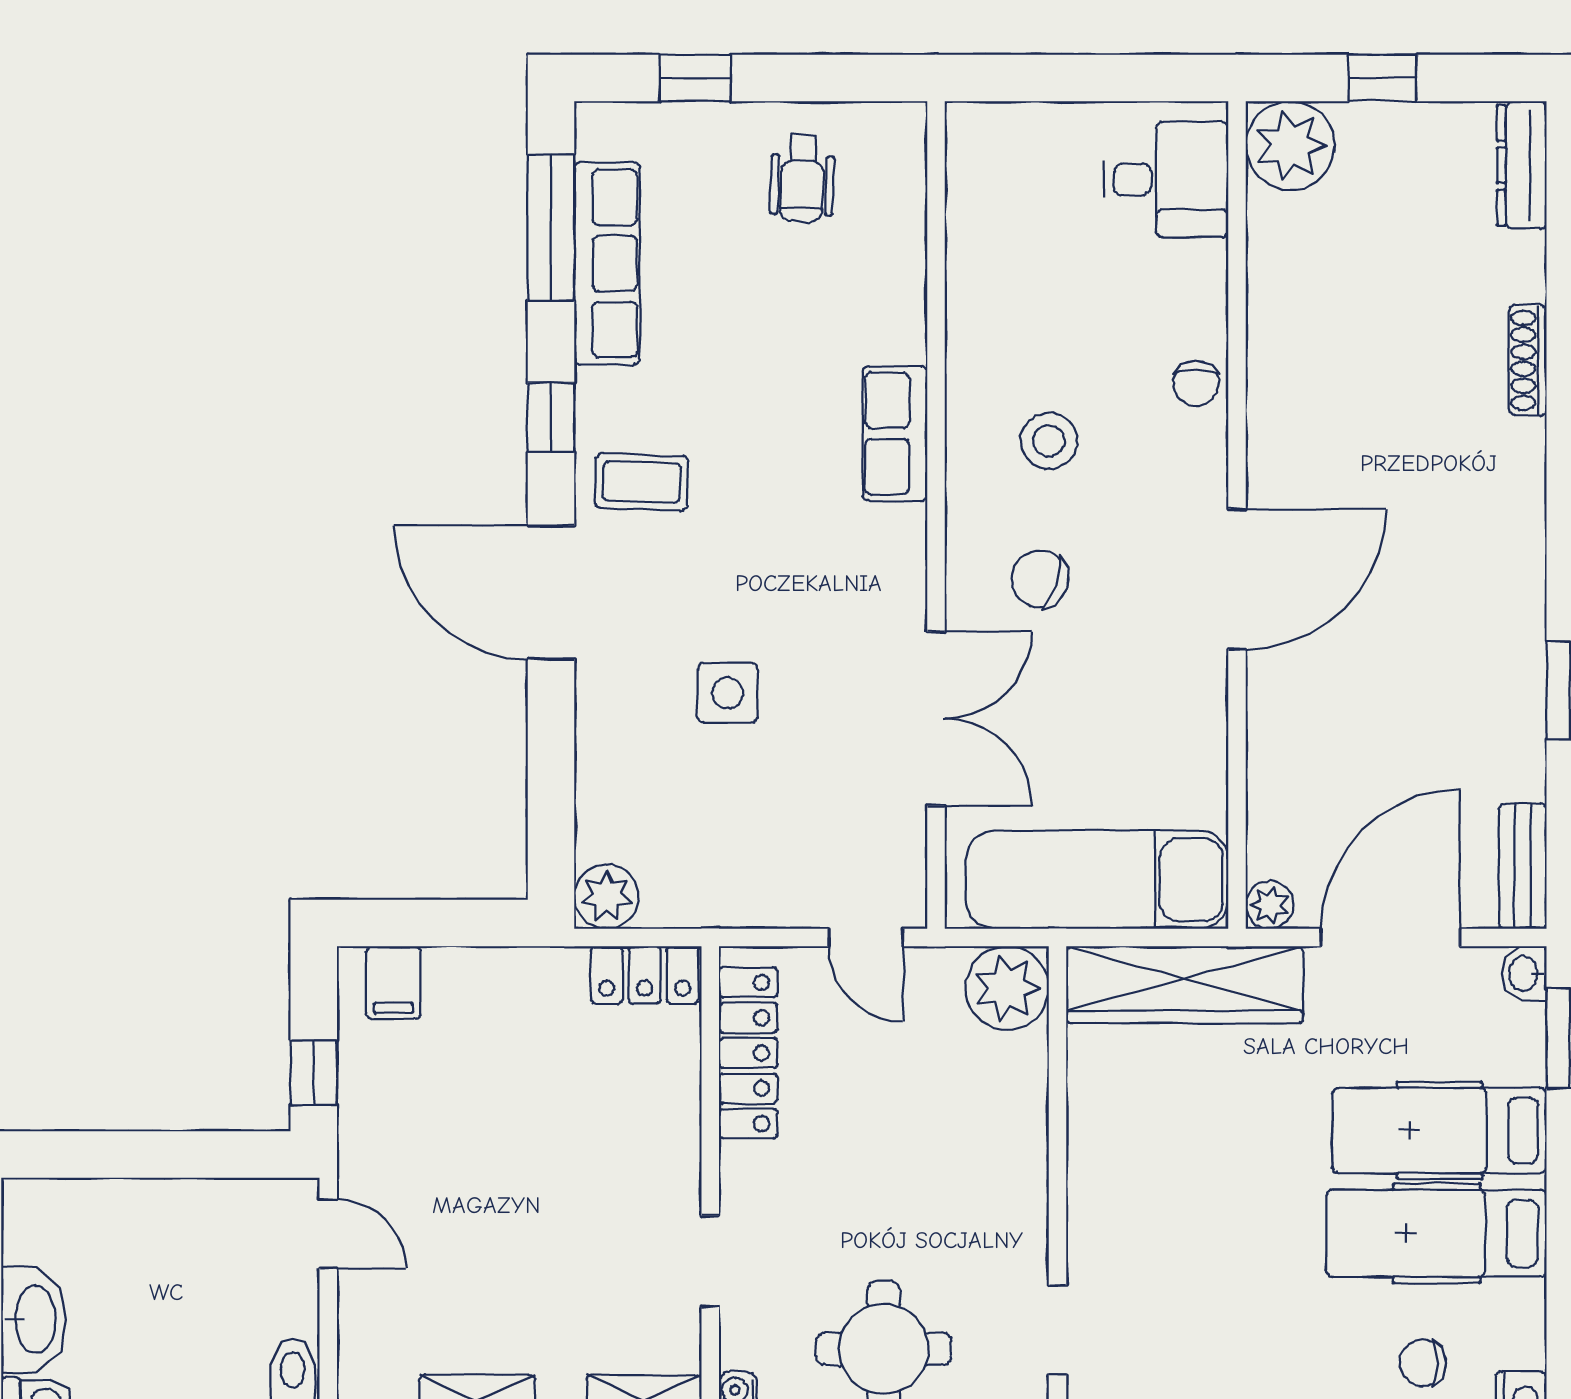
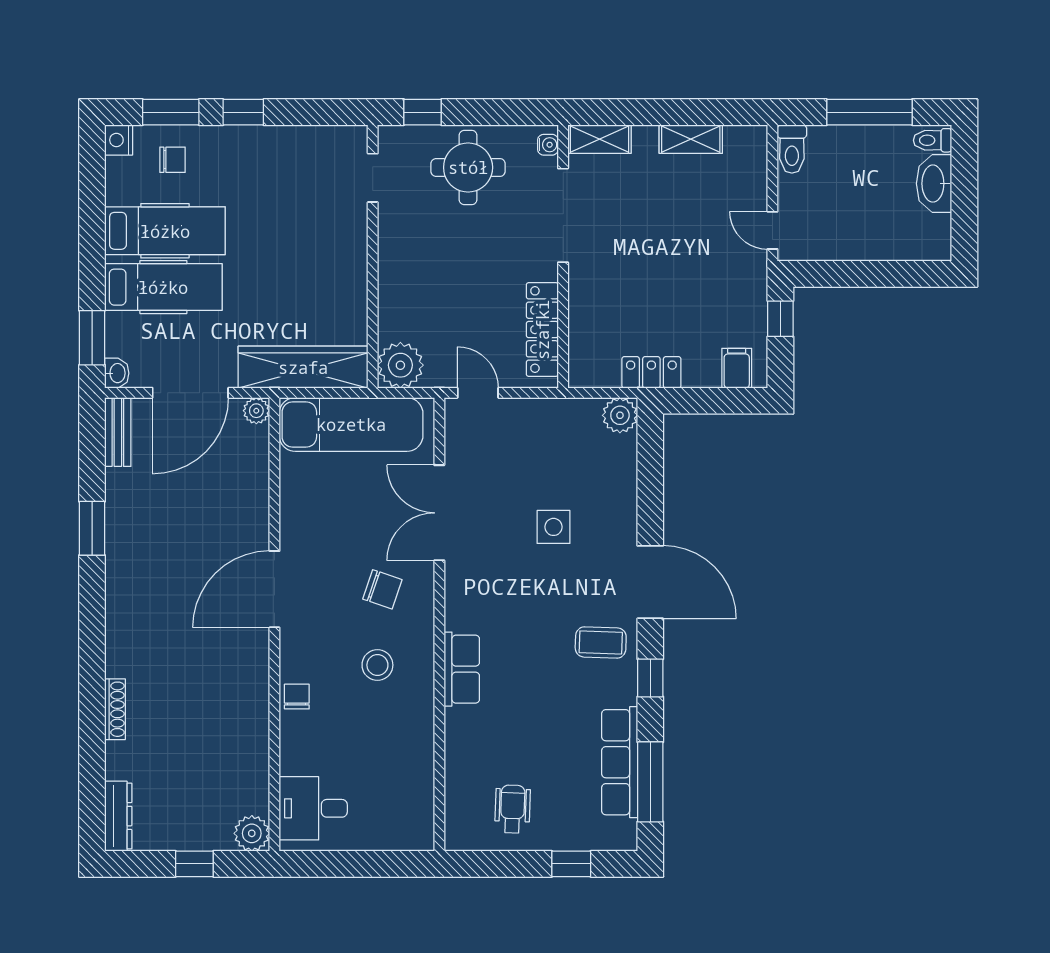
plant: (1290, 146) -> (252, 833), width x0.73, depth x0.73
locker: (645, 975) -> (651, 372), moved
doorway: (710, 1261) -> (563, 215), width x1.87

